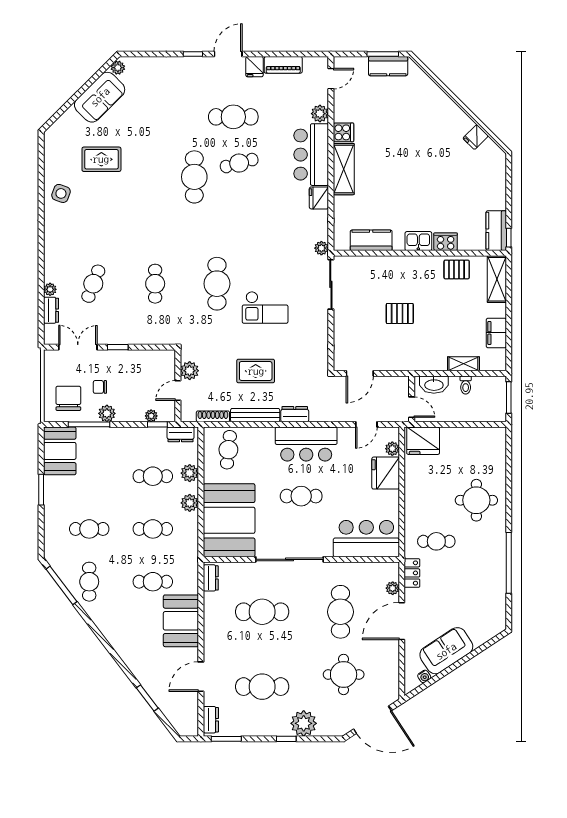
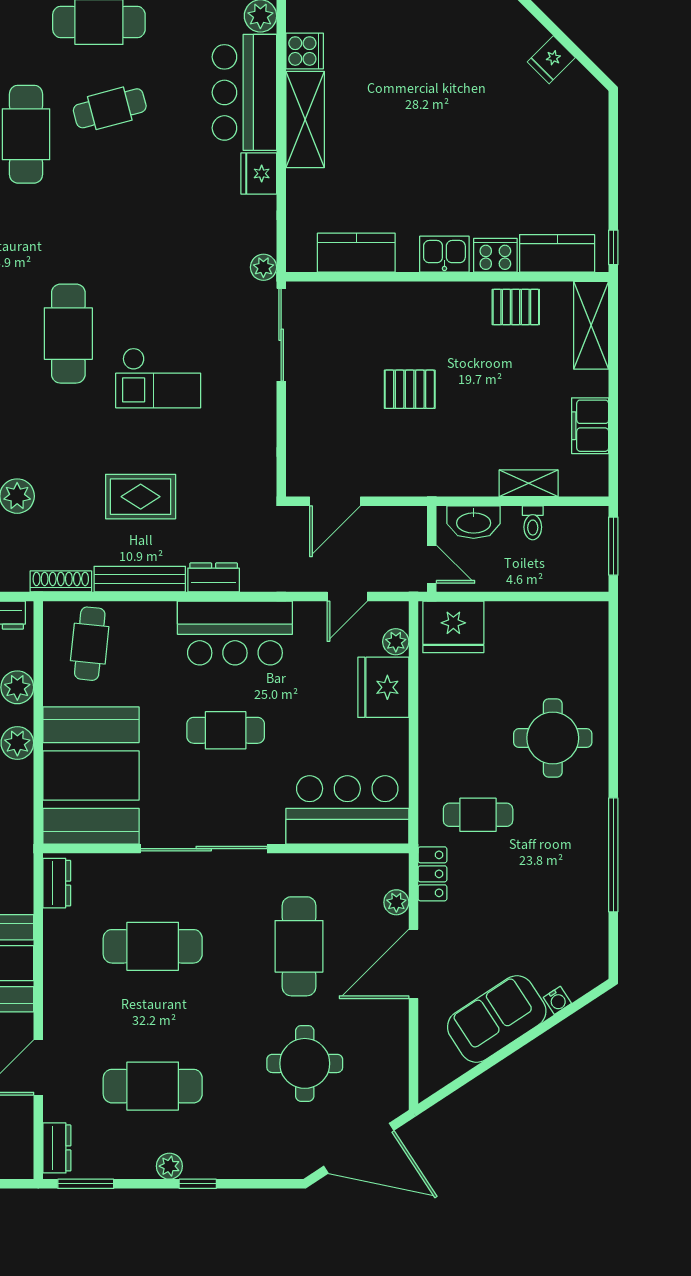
kitchen counter: (496, 231) -> (557, 253), moved, turned 90
water cooler: (424, 676) -> (557, 1000), moved
plant: (304, 723) -> (169, 1166), moved, width x0.53, depth x0.53

